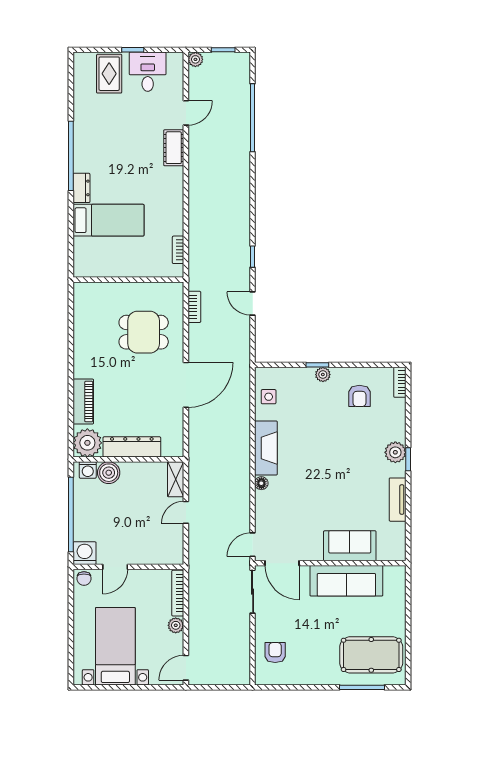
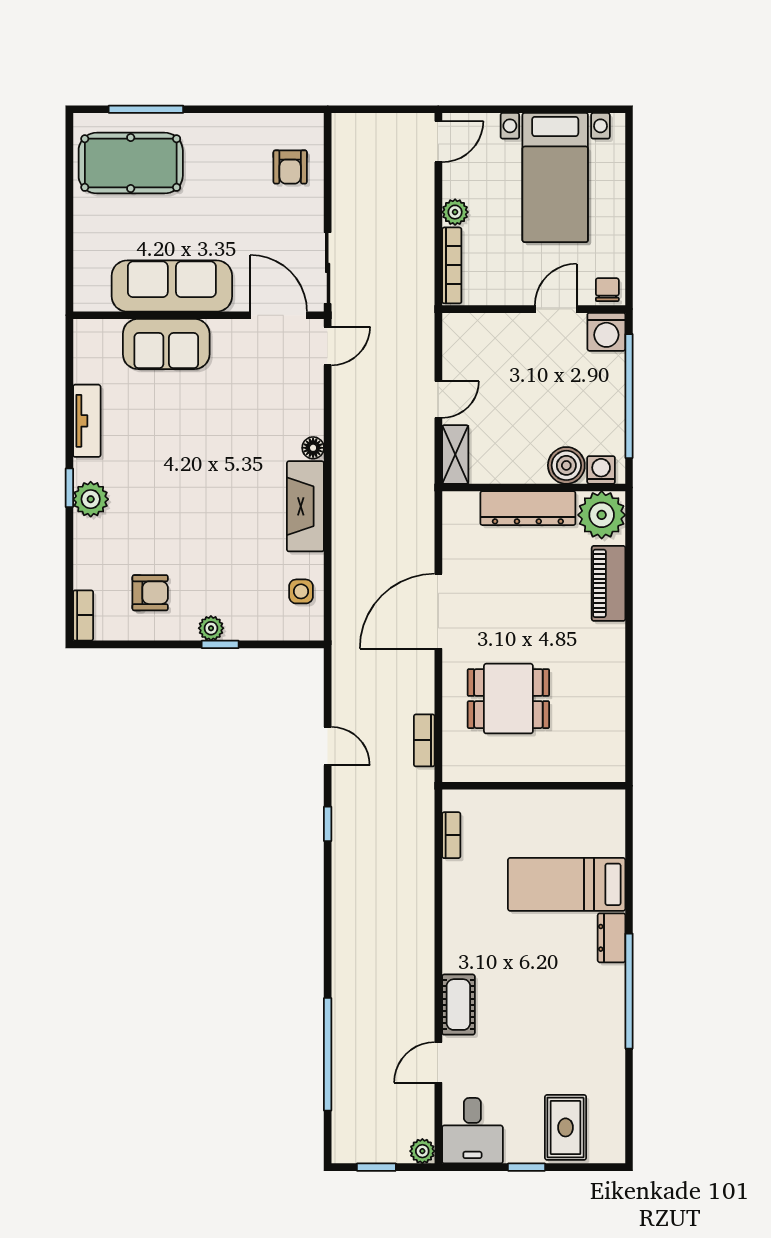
desk: (148, 72) -> (472, 1131), moved
armchair: (359, 396) -> (150, 593), turned 90

